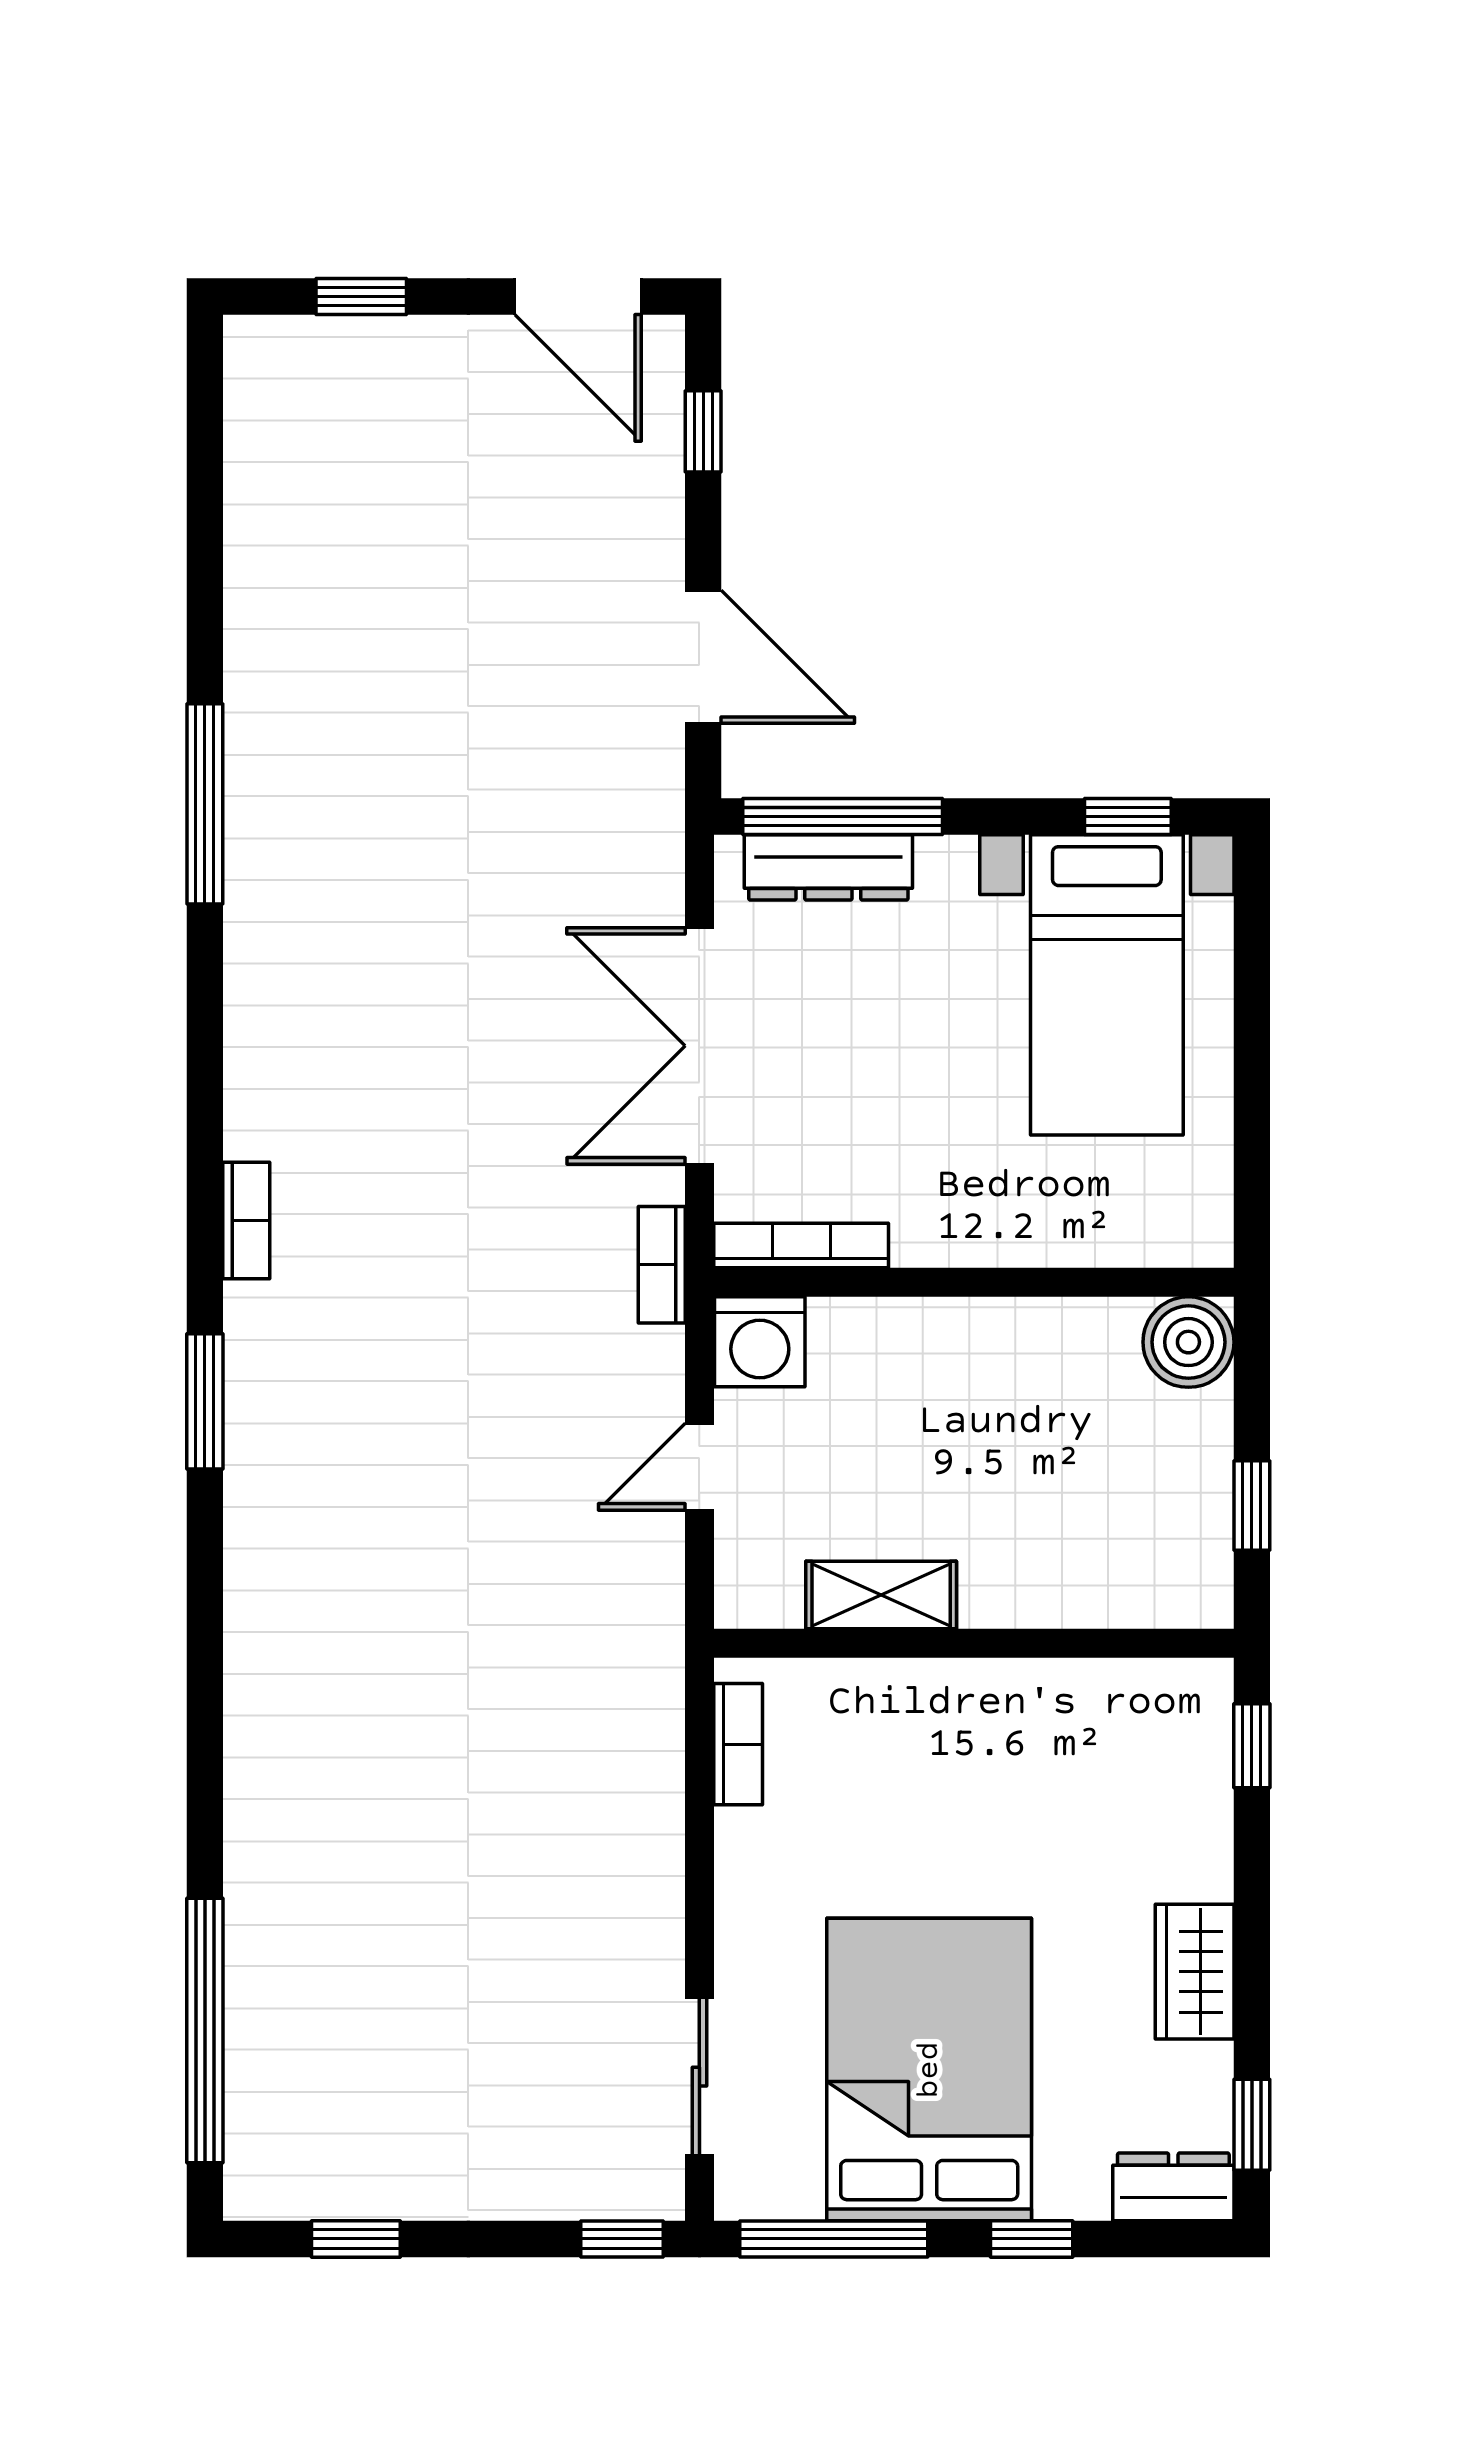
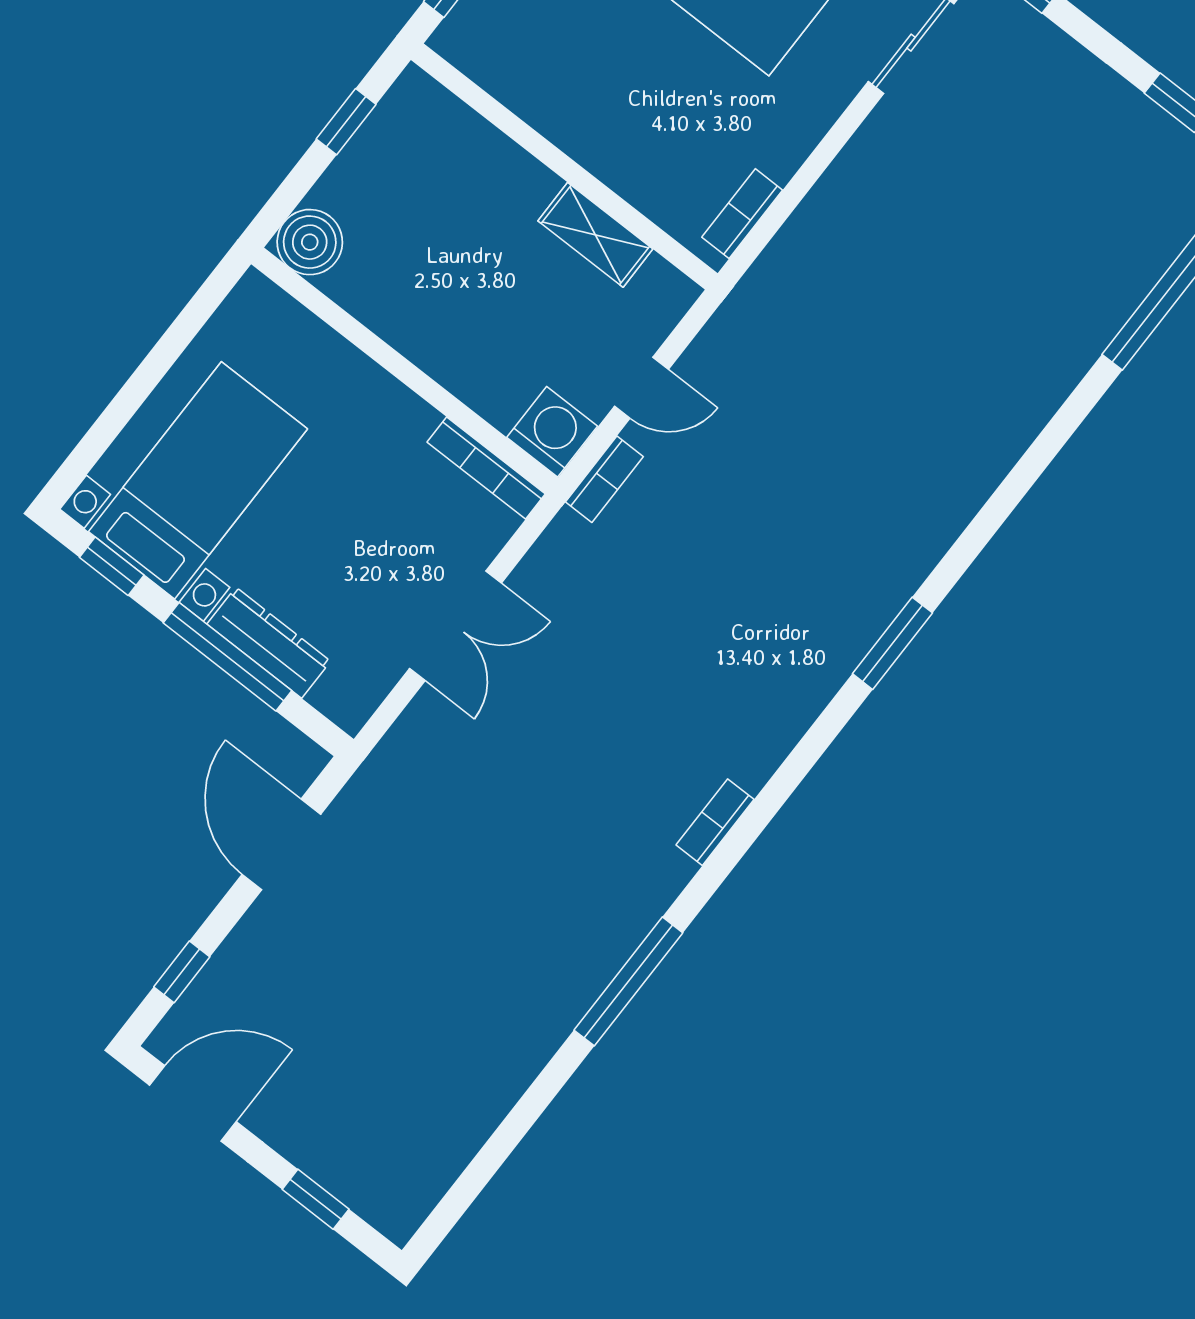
door: (578, 297) -> (193, 1103), hinge flipped
window: (843, 816) -> (227, 657), moved
dresser: (828, 867) -> (269, 643), moved
double door: (699, 1046) -> (455, 626), width x0.73
bookcase: (246, 1221) -> (715, 822), moved
bookcase: (662, 1265) -> (604, 479), moved

